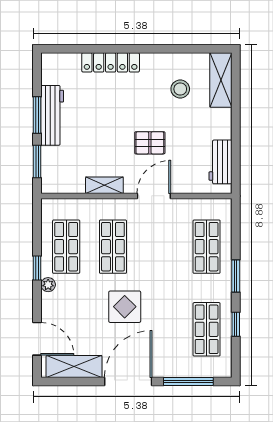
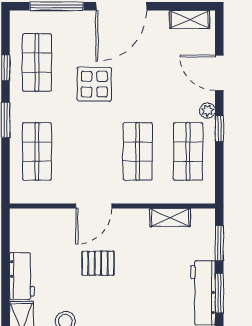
workbench: (220, 162) -> (22, 276), moved
shelving: (104, 185) -> (170, 218), moved
display table: (125, 307) -> (94, 84), moved
door: (37, 339) -> (219, 73), moved
shelving: (74, 367) -> (190, 19), width x0.67, depth x0.75

